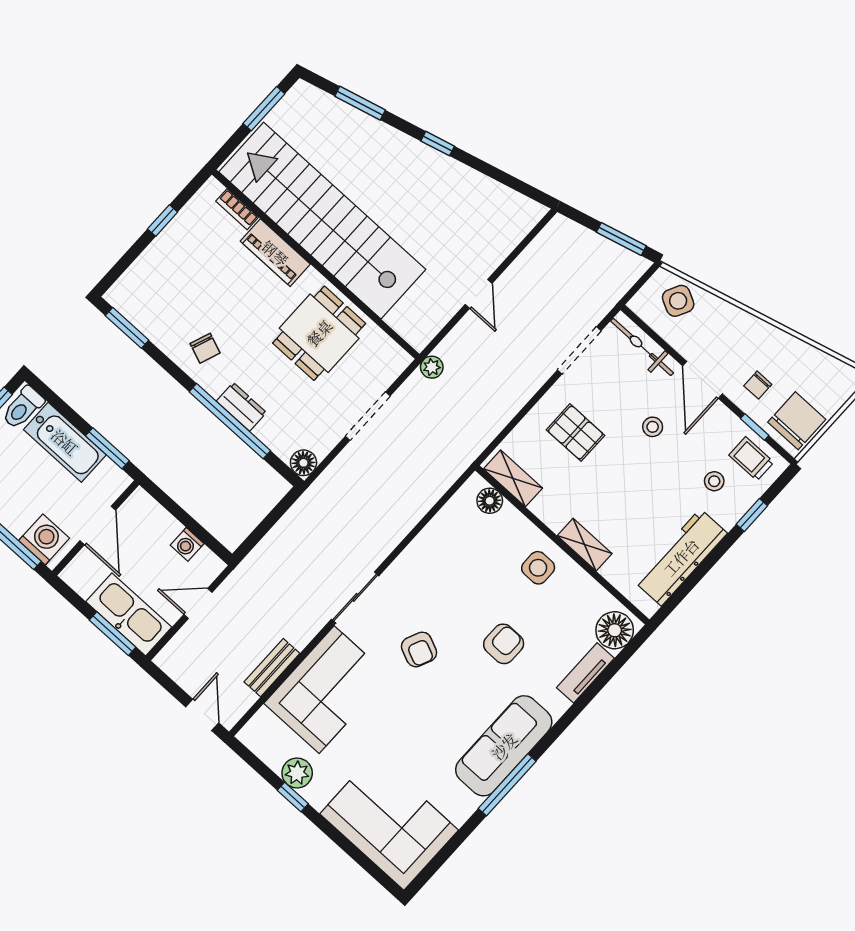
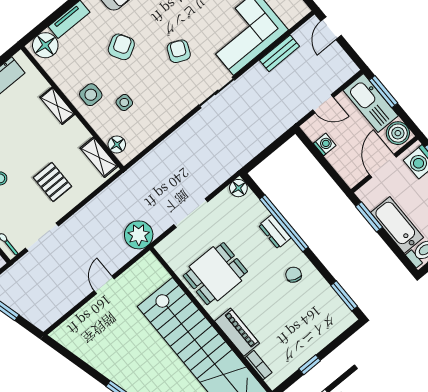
plant: (432, 367) -> (139, 235), width x1.87, depth x1.87
side table: (488, 563) -> (124, 102), added
boiler: (83, 576) -> (398, 133), added
armchair: (504, 644) -> (121, 47), turned 150

